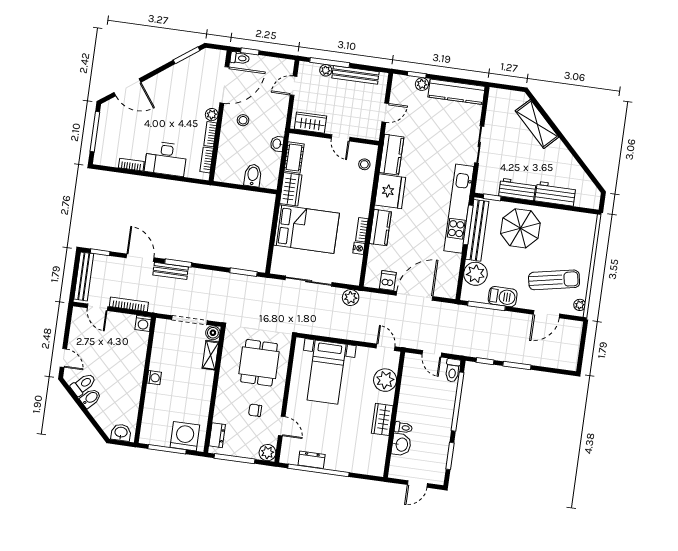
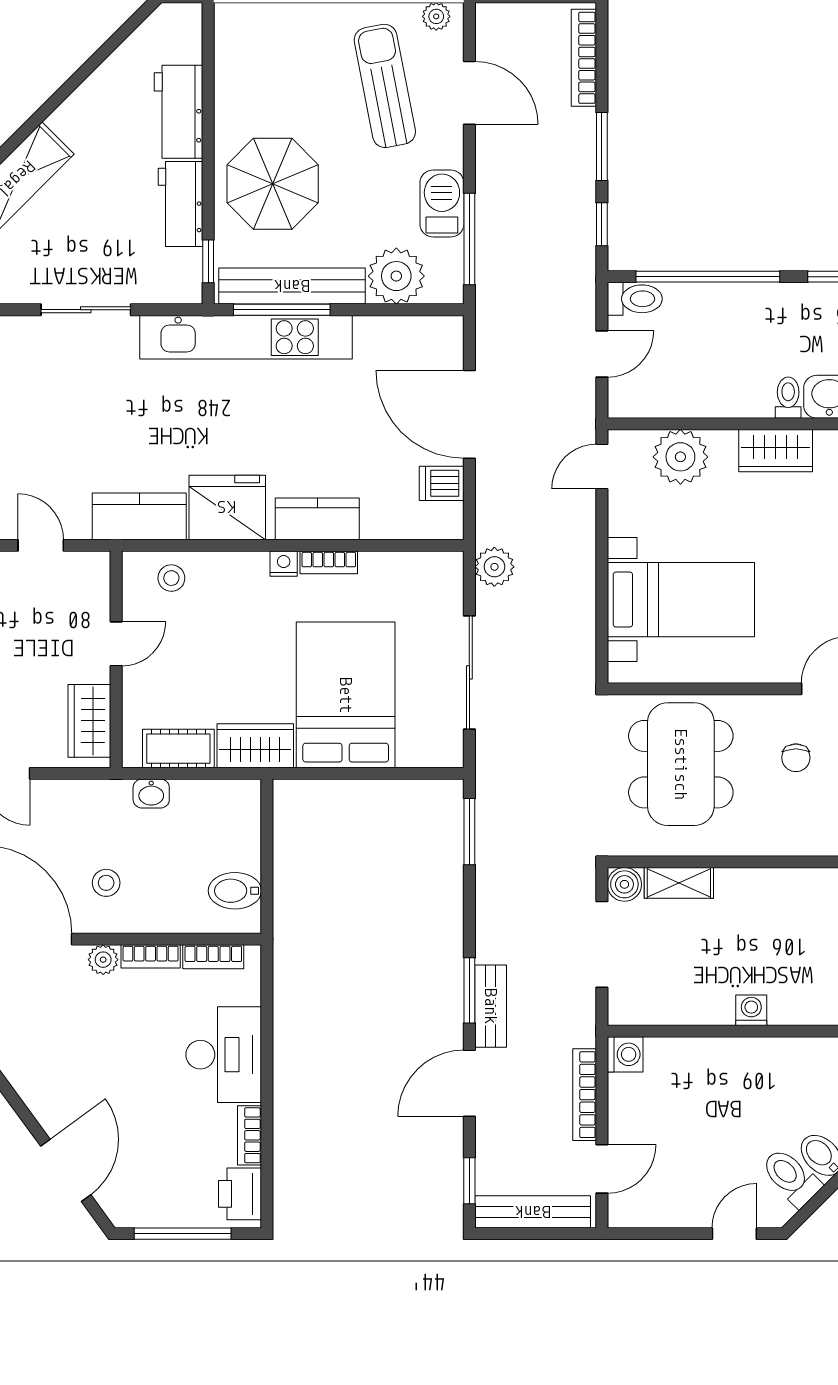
printer: (108, 157) -> (240, 1194), added
bidet: (253, 175) -> (235, 891), moved
nightstand: (359, 248) -> (284, 564), moved
dining table: (259, 363) -> (681, 764), width x1.38
bookcase: (554, 363) -> (584, 58), added

